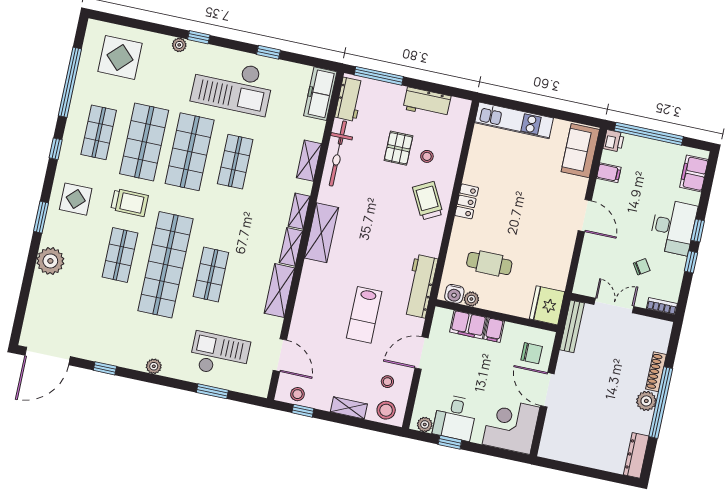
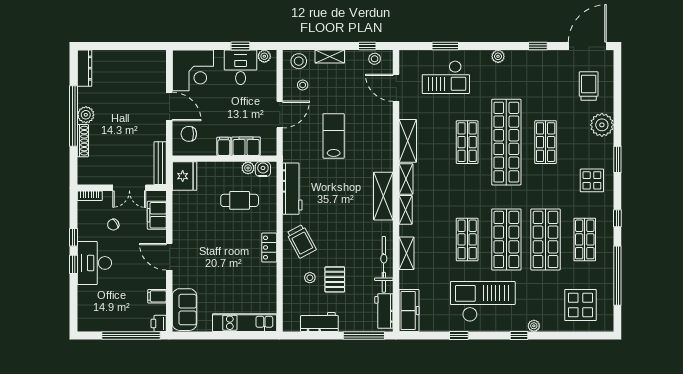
filing cabinet: (694, 173) -> (157, 215), moved, turned 180
trolley: (130, 203) -> (589, 86), moved, turned 90
workbench: (420, 286) -> (292, 189), moved

